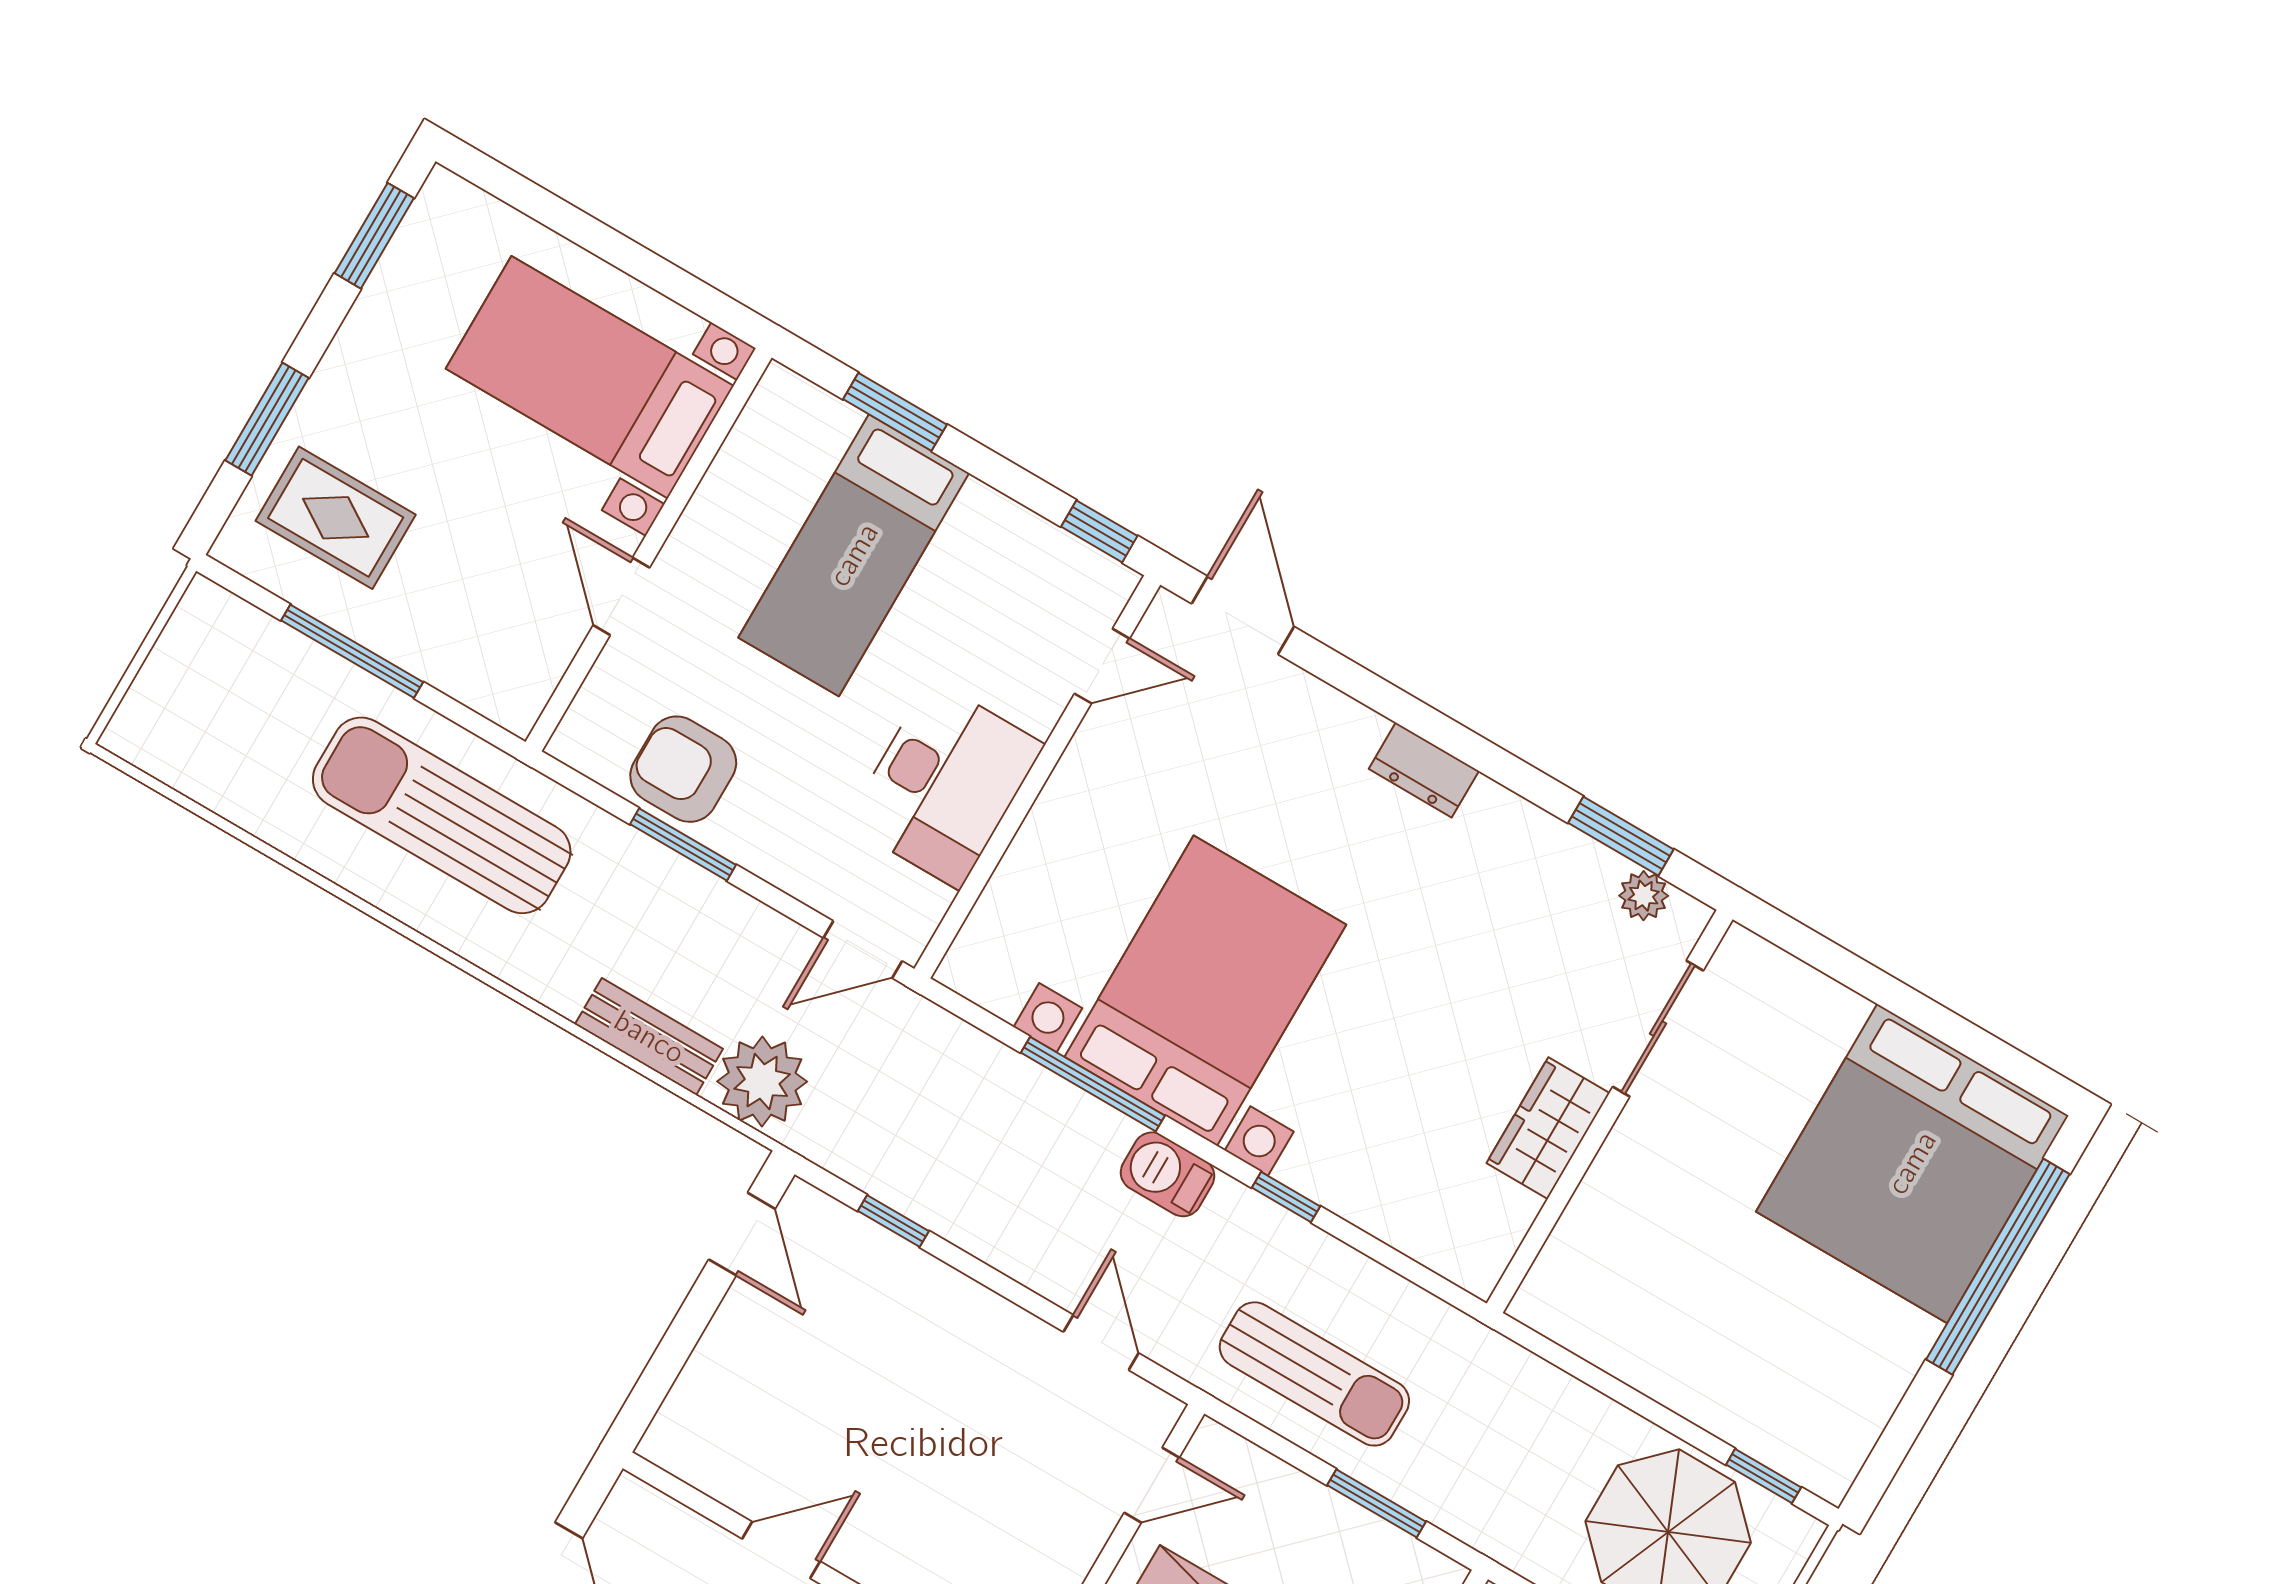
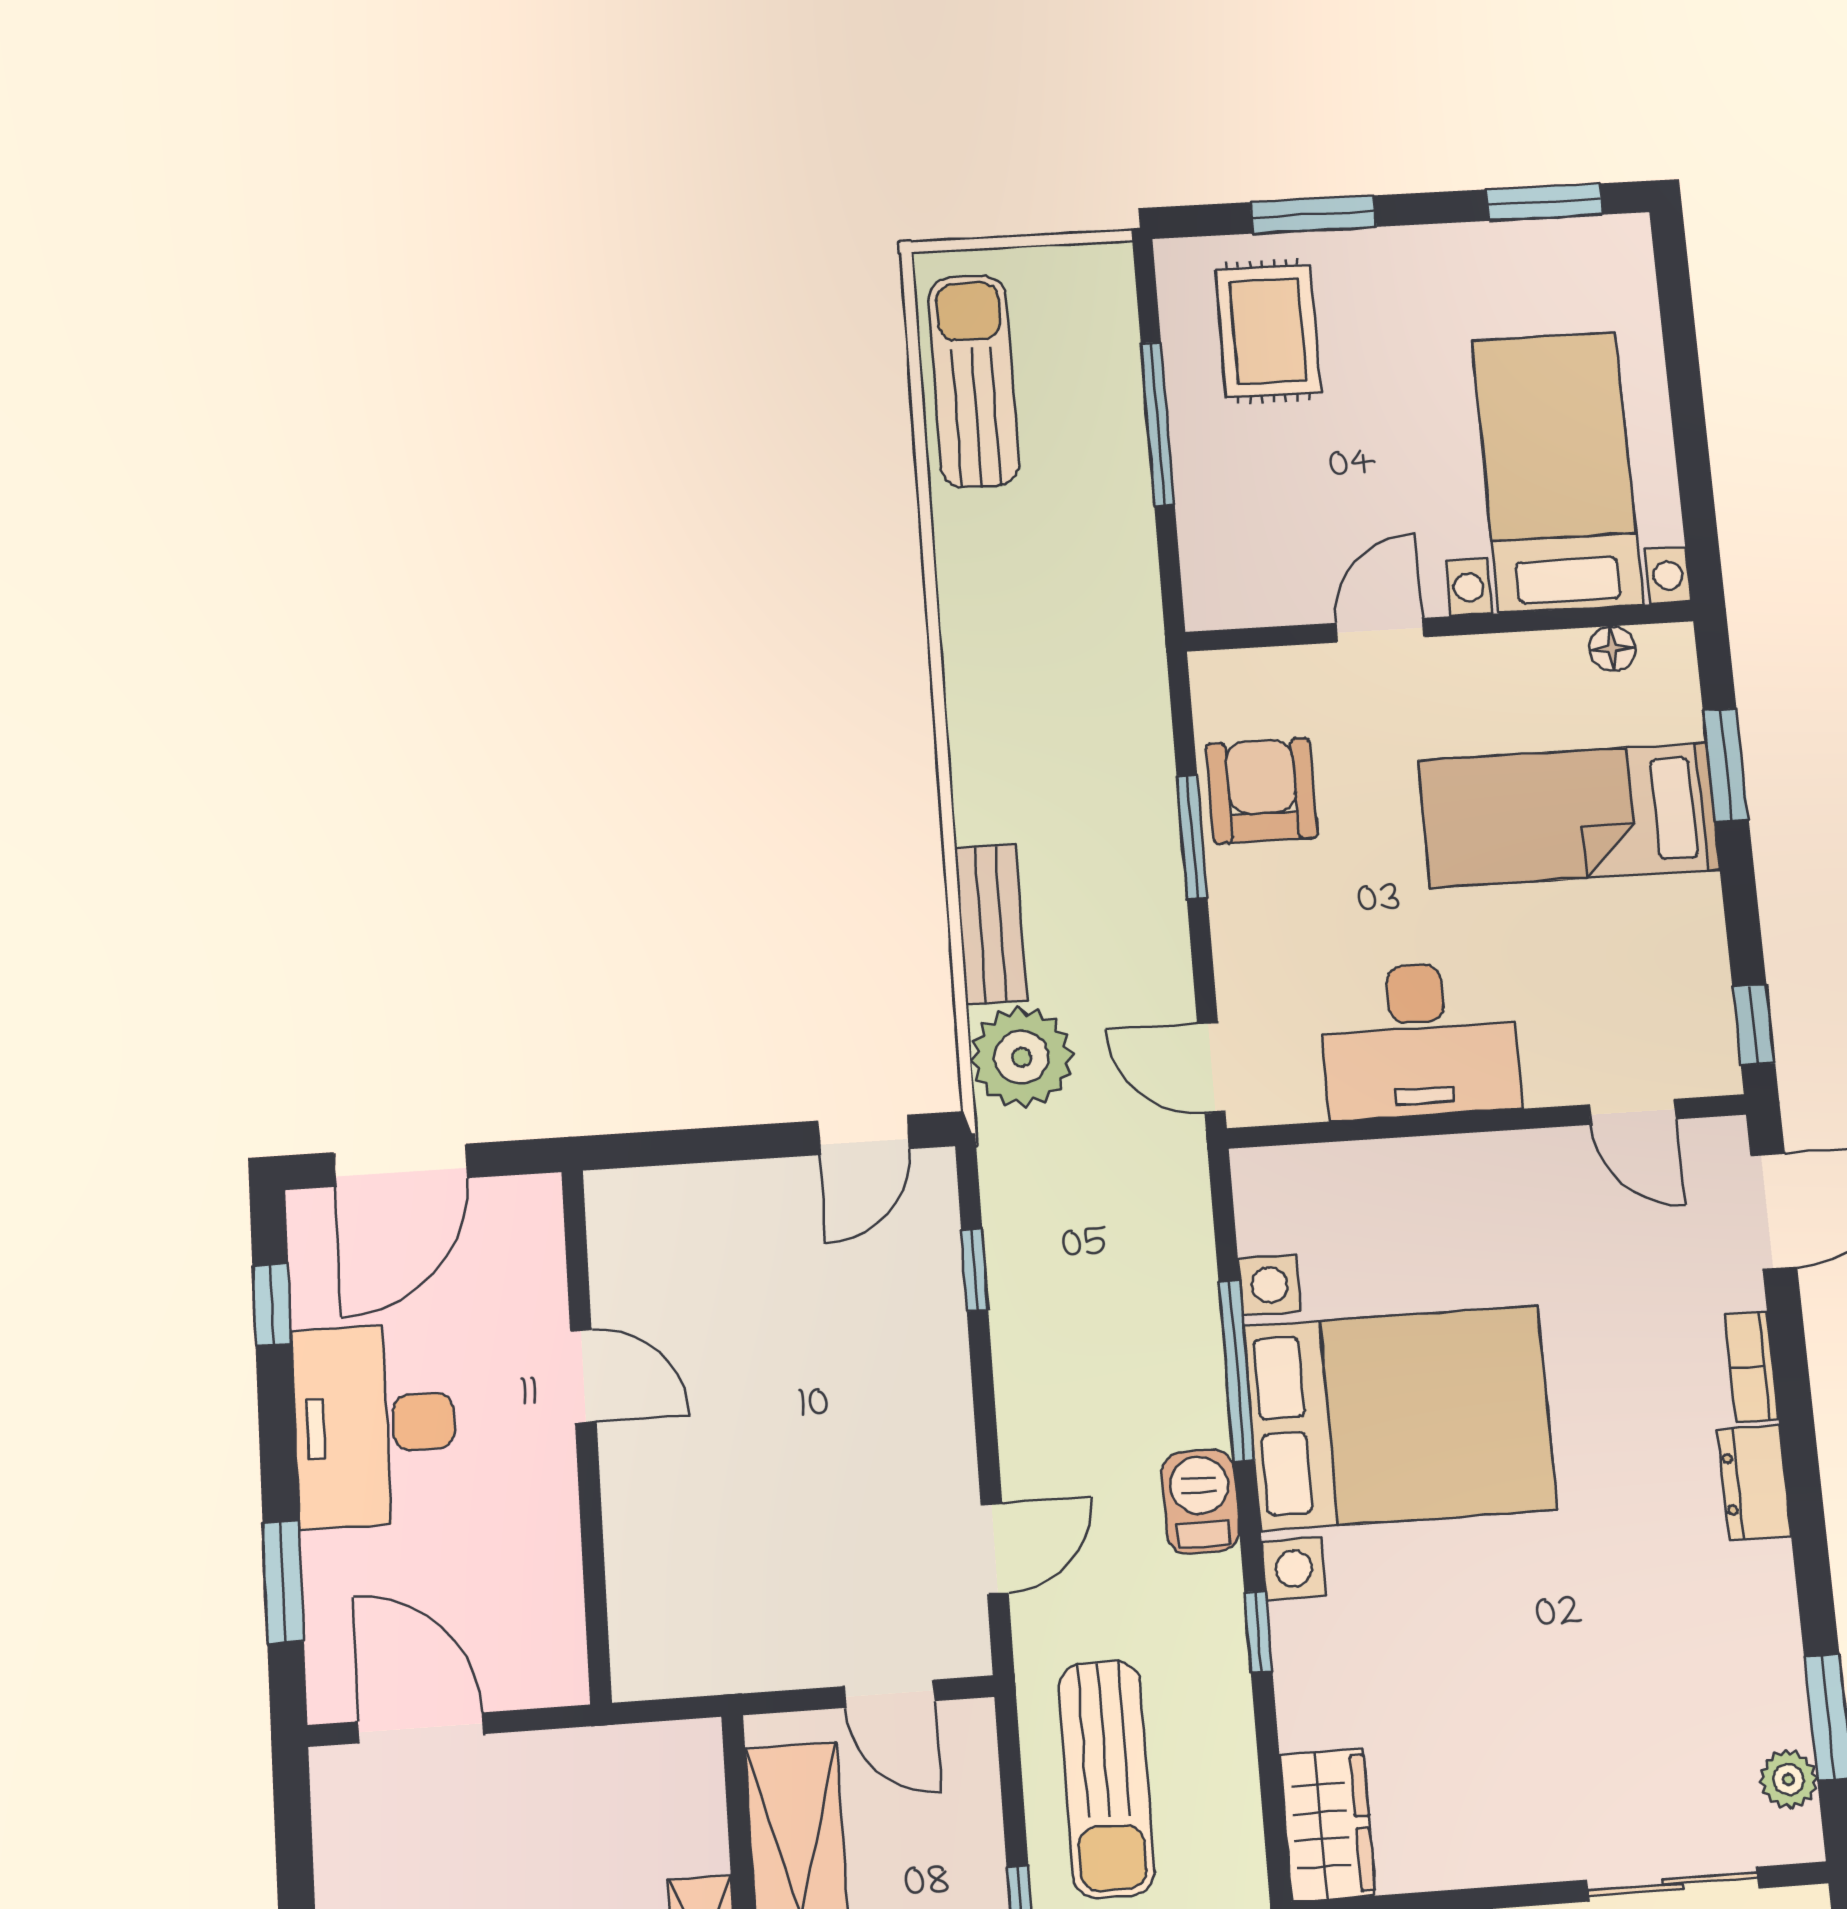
floor lamp: (751, 433) -> (1612, 649), added
bookcase: (1342, 712) -> (1752, 1367), added
sun lounger: (442, 815) -> (974, 381), moved, width x0.73, depth x0.75
wardrobe: (1548, 1128) -> (1327, 1825), moved, turned 90

